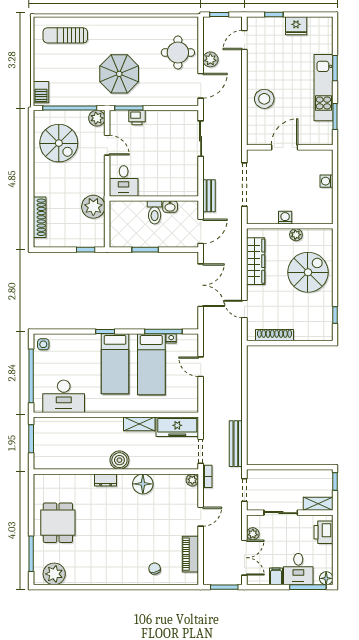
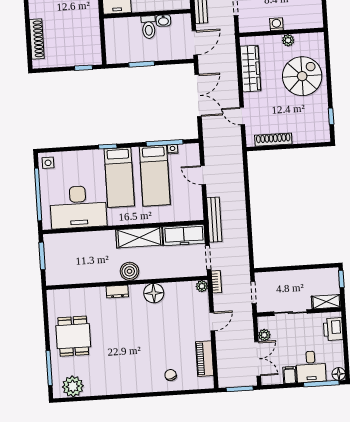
plant: (93, 207) -> (88, 25), removed
desk: (64, 396) -> (78, 207), width x1.36, depth x1.30
shelving: (139, 424) -> (139, 237), width x1.50, depth x1.33
bench: (236, 444) -> (214, 220), moved

